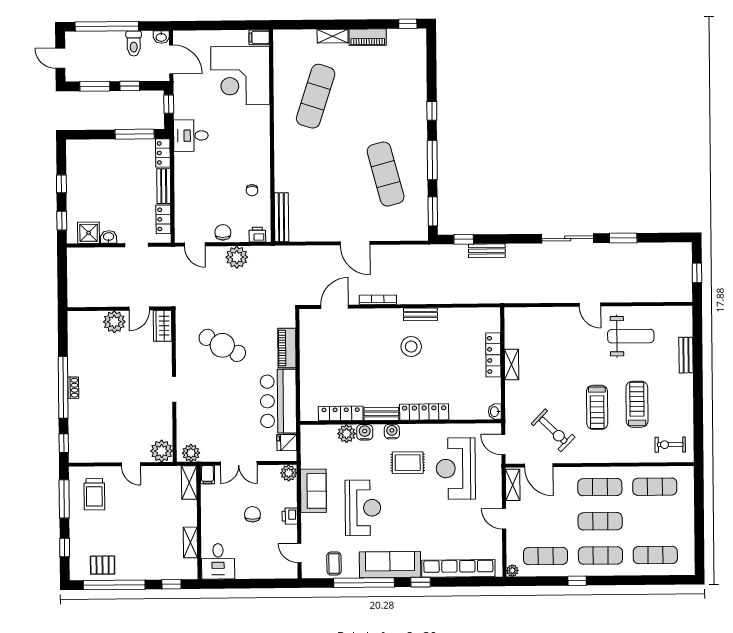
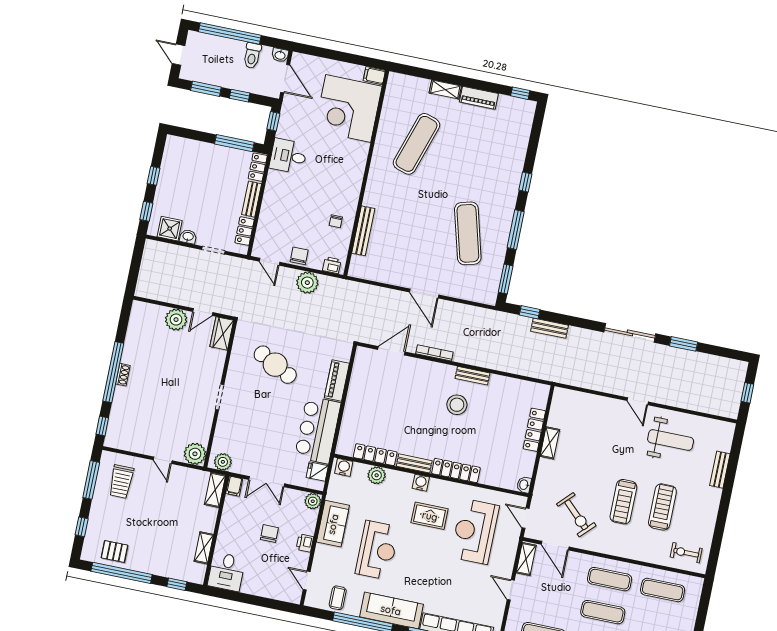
bench: (281, 217) -> (363, 231), moved
water cooler: (365, 432) -> (344, 467), moved

